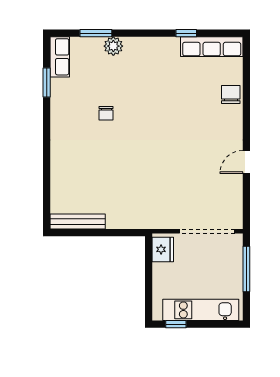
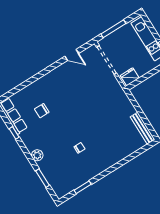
plant: (113, 46) -> (37, 155), moved
row of seats: (60, 57) -> (66, 189), removed
chair: (231, 94) -> (42, 111), moved
door: (246, 162) -> (72, 55), moved

